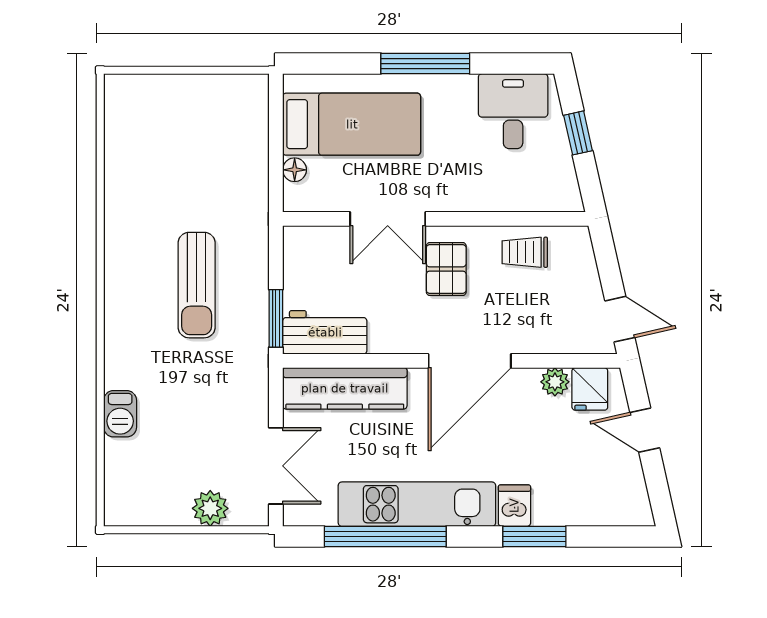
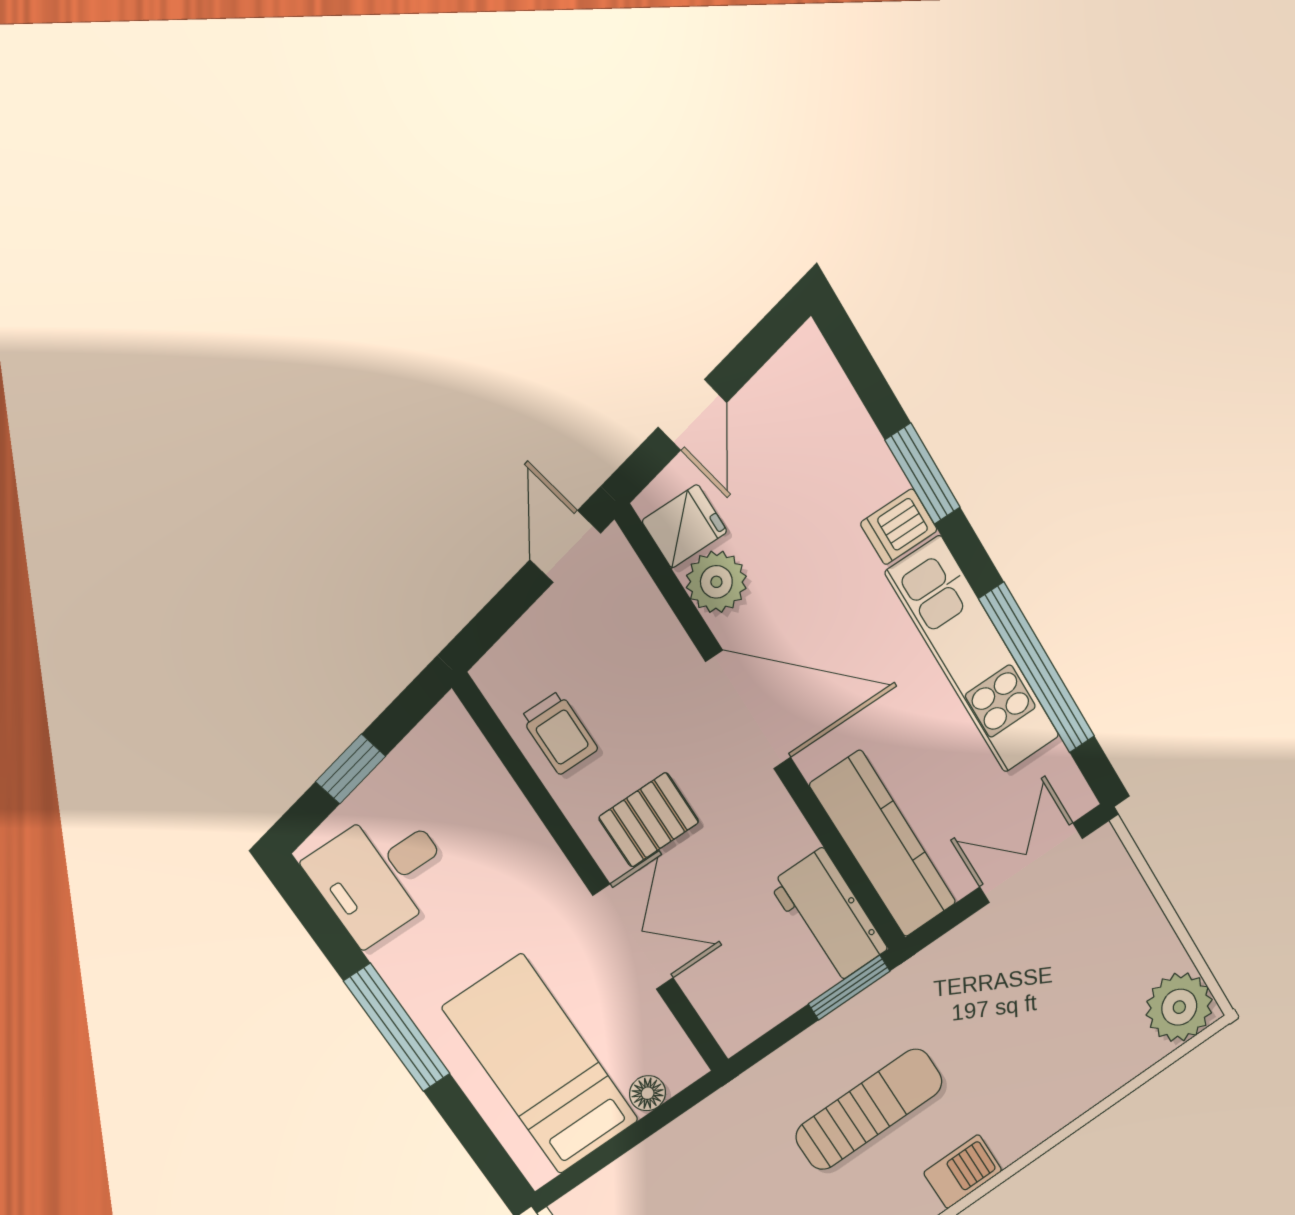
plant: (555, 382) -> (716, 582), width x1.38, depth x1.38
barbecue: (120, 414) -> (963, 1172), moved
plant: (210, 508) -> (1179, 1007), moved, width x1.36, depth x1.36

